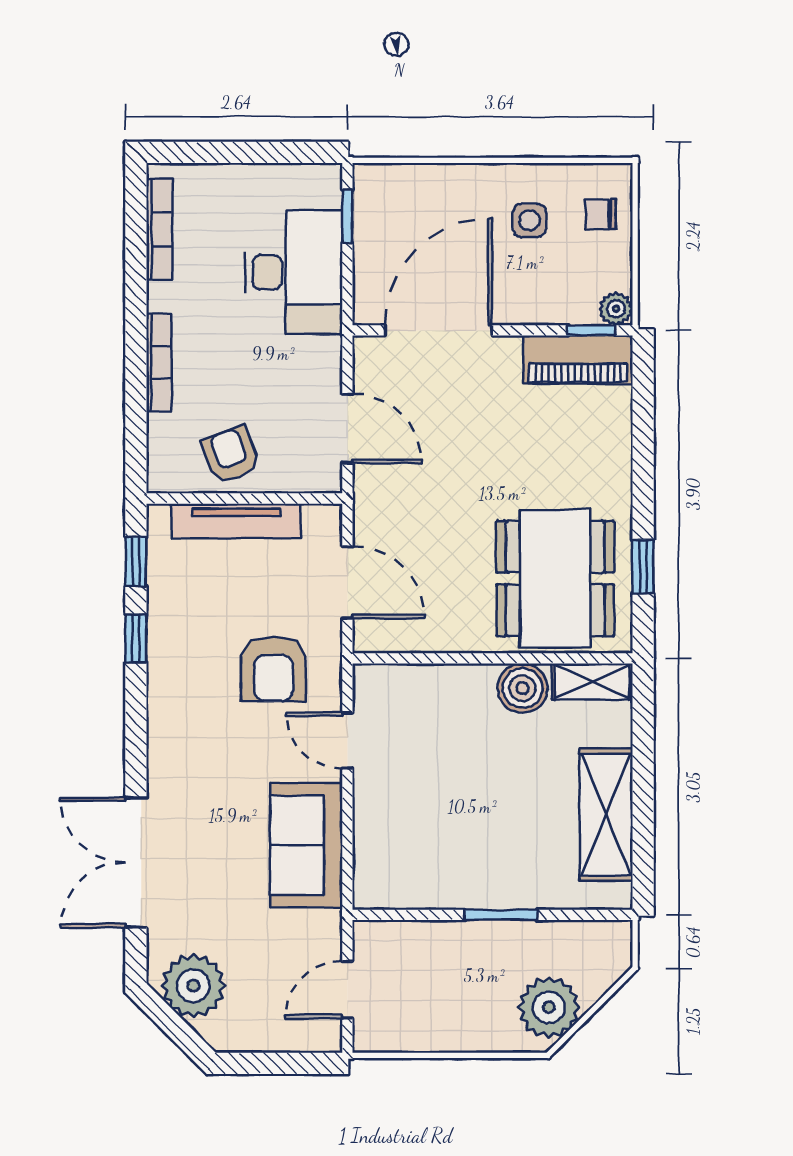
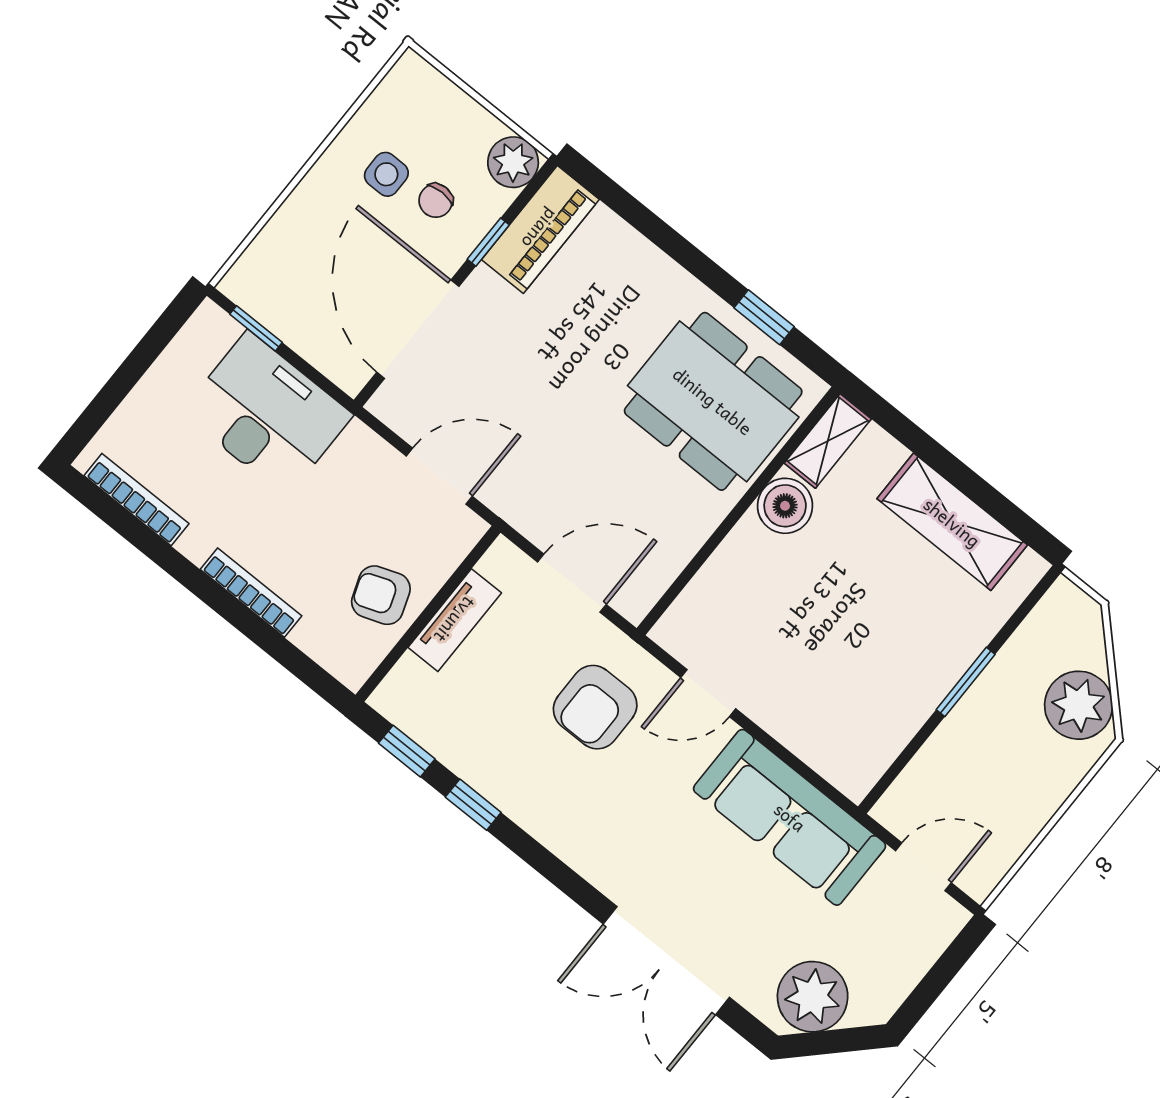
chair: (601, 214) -> (436, 201), moved
plant: (616, 309) -> (513, 162), width x1.38, depth x1.38
window: (591, 330) -> (488, 242), moved
tv unit: (236, 521) -> (455, 620), width x0.71
armchair: (273, 669) -> (595, 707), turned 90
sofa: (306, 845) -> (790, 817), width x1.36
door: (347, 990) -> (923, 867), swing flipped

